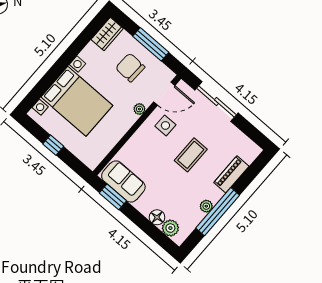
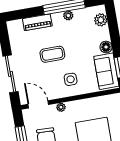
side table: (165, 125) -> (71, 79), moved
floor lamp: (157, 217) -> (106, 47), moved

